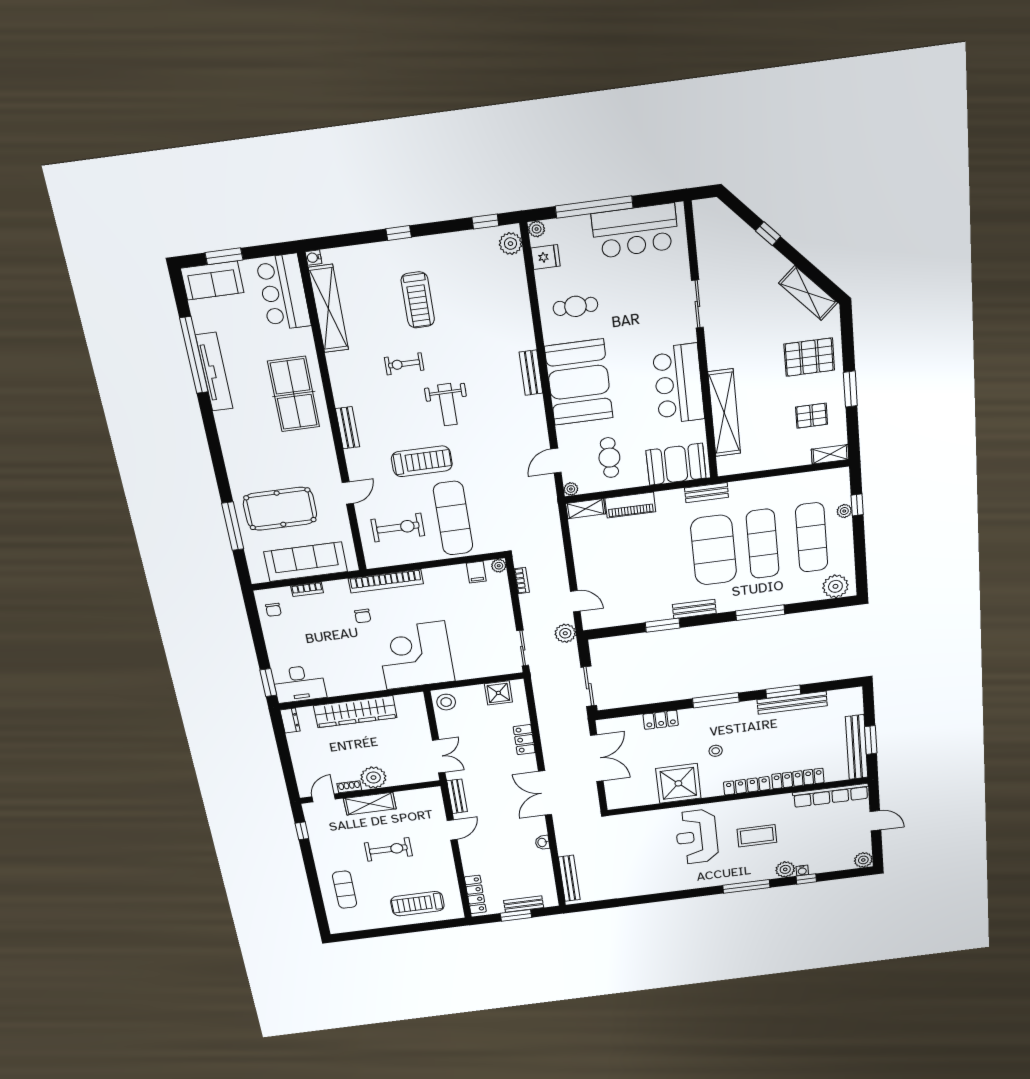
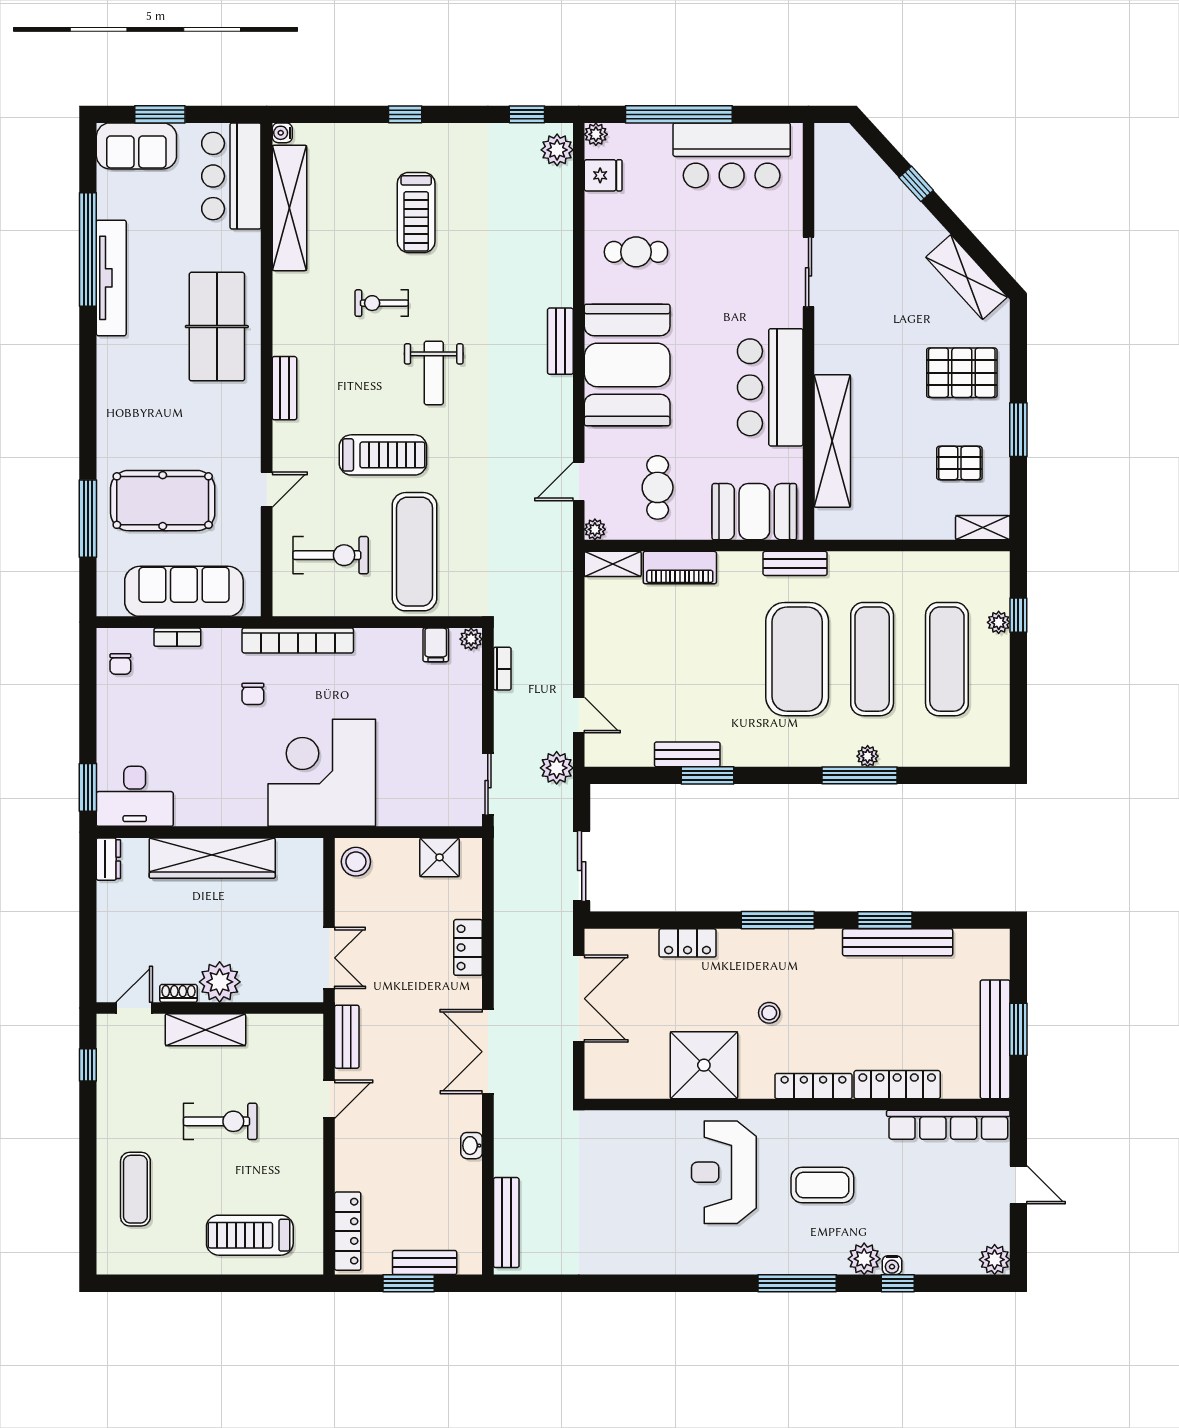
plant: (835, 586) -> (868, 756), moved, width x0.53, depth x0.53
bench: (694, 609) -> (687, 754), moved

